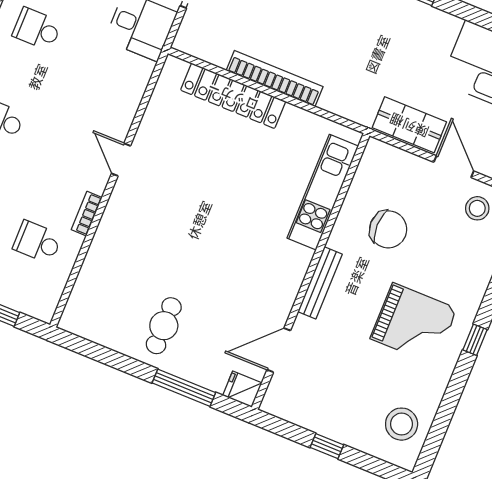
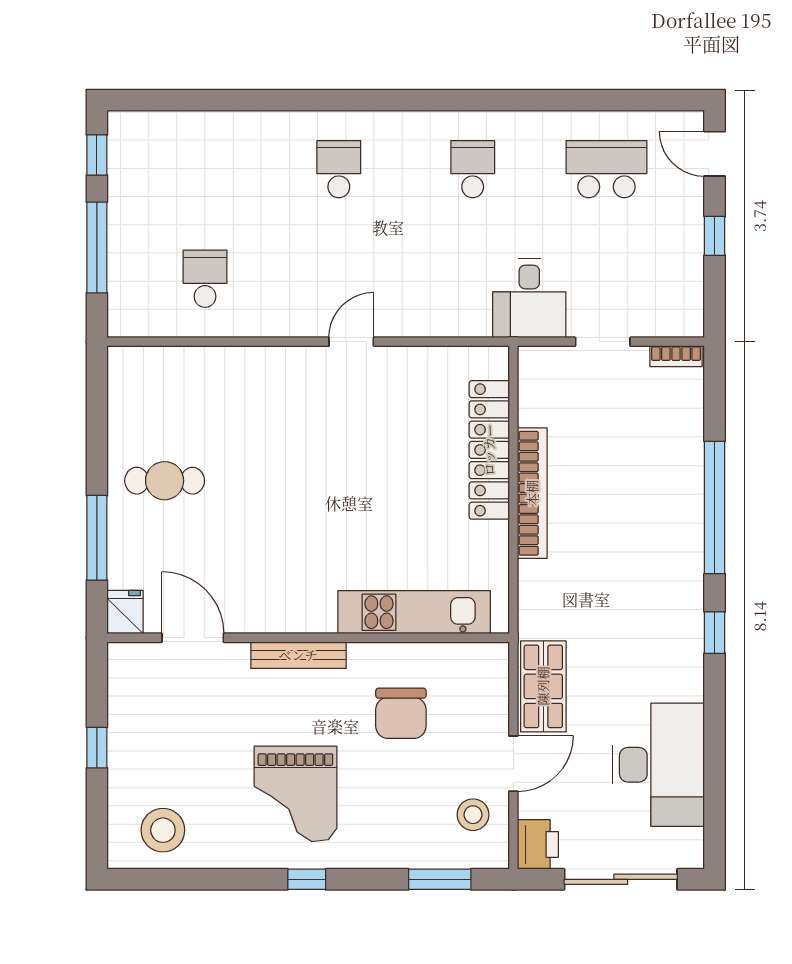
bookcase: (87, 214) -> (266, 326), removed

